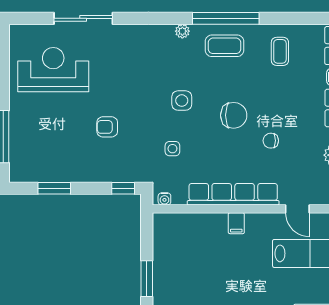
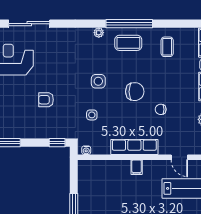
row of seats: (233, 194) -> (134, 147), width x0.73

